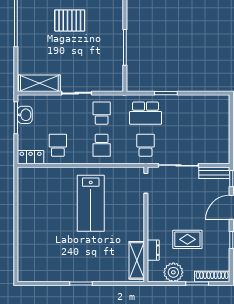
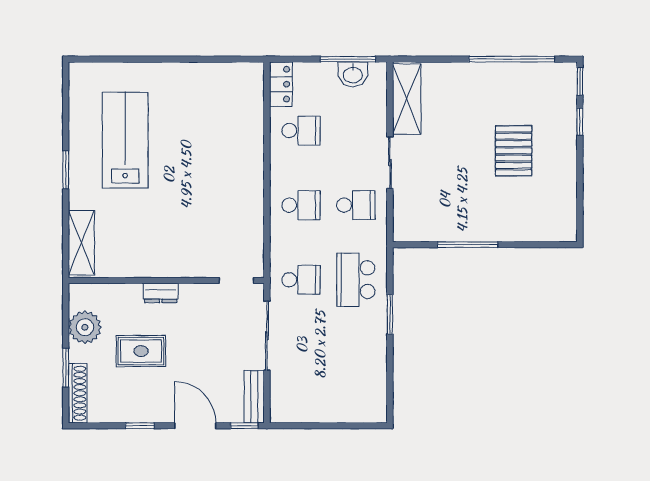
school desk: (102, 145) -> (301, 205), turned 180
lab bench: (91, 203) -> (125, 140), moved, turned 90
rug: (187, 239) -> (141, 351), turned 90
dresser: (153, 250) -> (161, 293), moved
shelving: (137, 260) -> (81, 243), moved, turned 90

